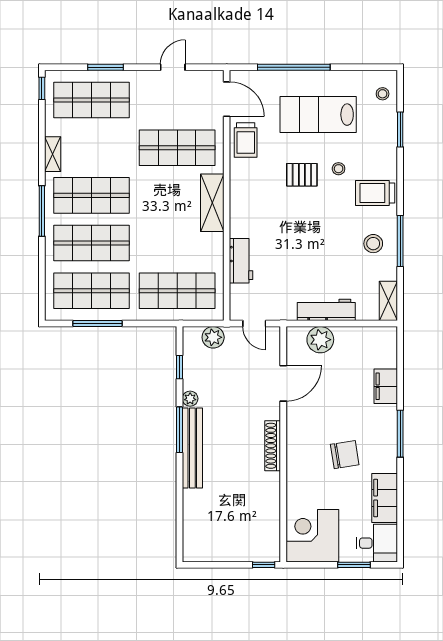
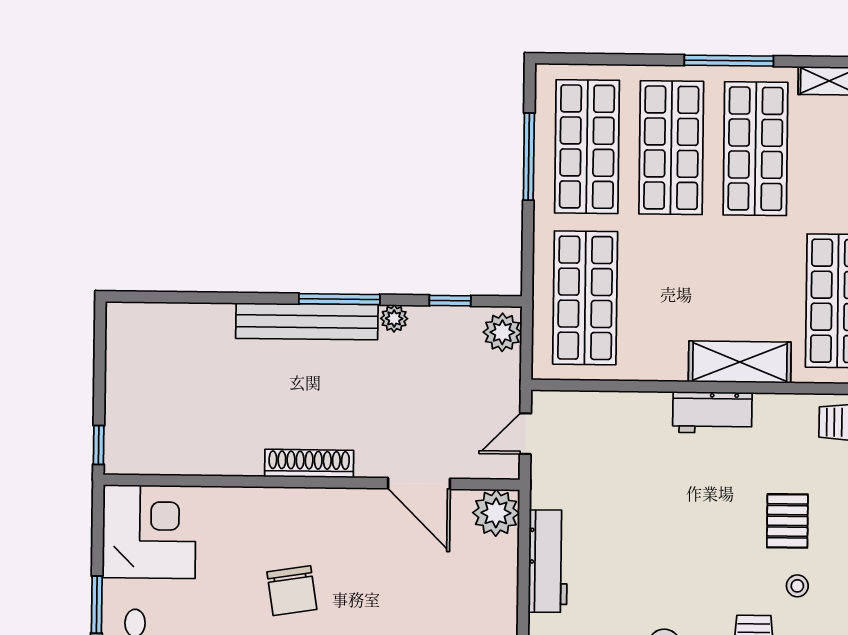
workbench: (241, 261) -> (712, 412), moved
plant: (213, 337) -> (502, 332), moved
plant: (320, 340) -> (496, 513), moved

